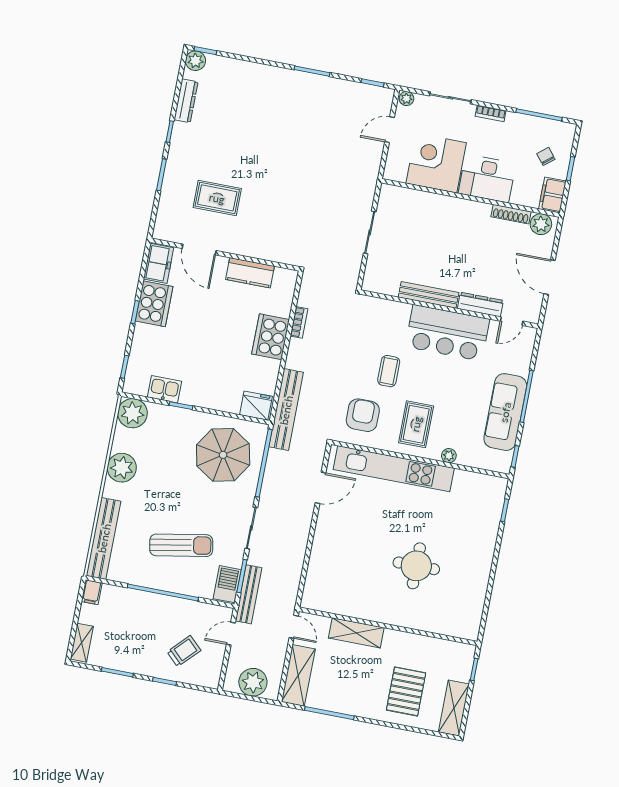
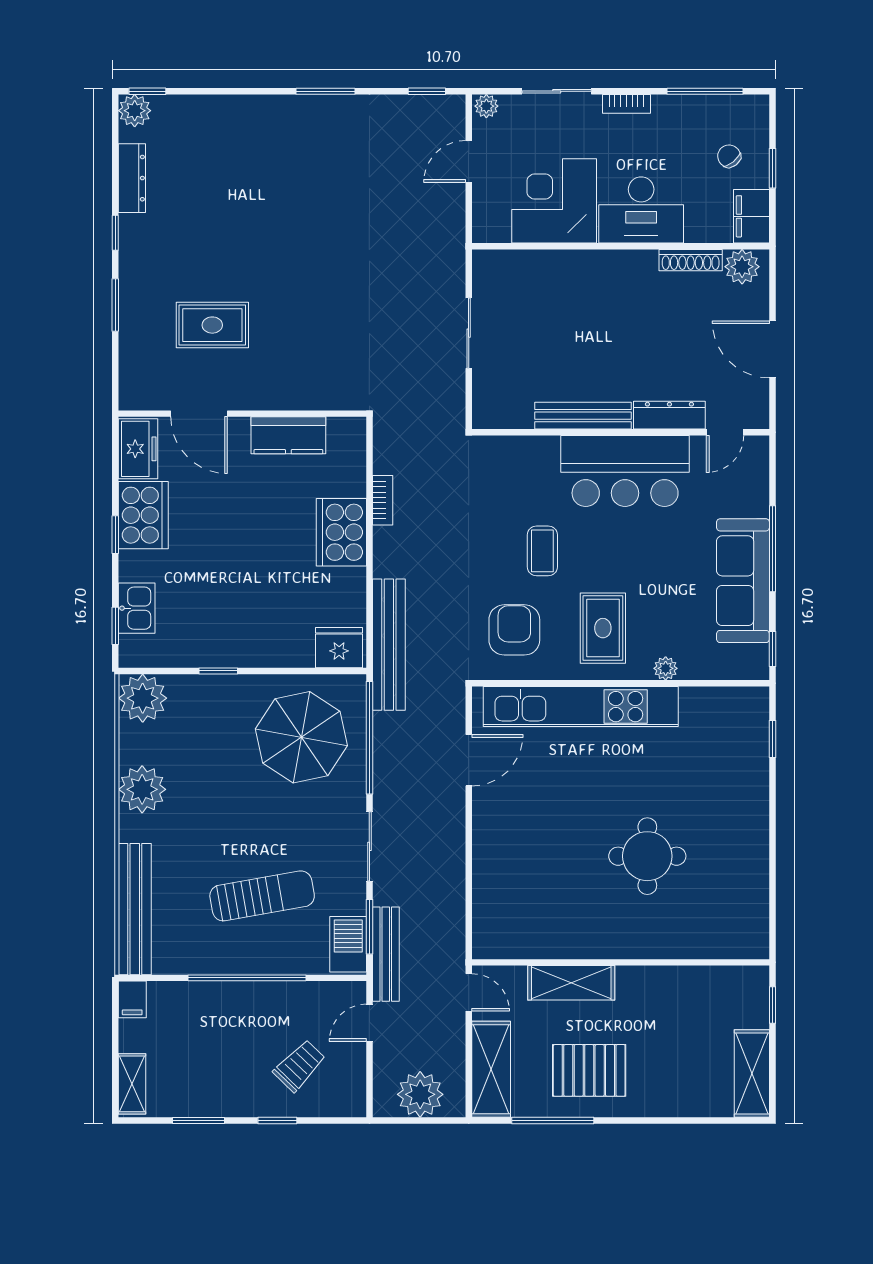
kitchen sink: (164, 389) -> (137, 608), moved, turned 90
pallet: (406, 691) -> (589, 1070), moved, turned 90

